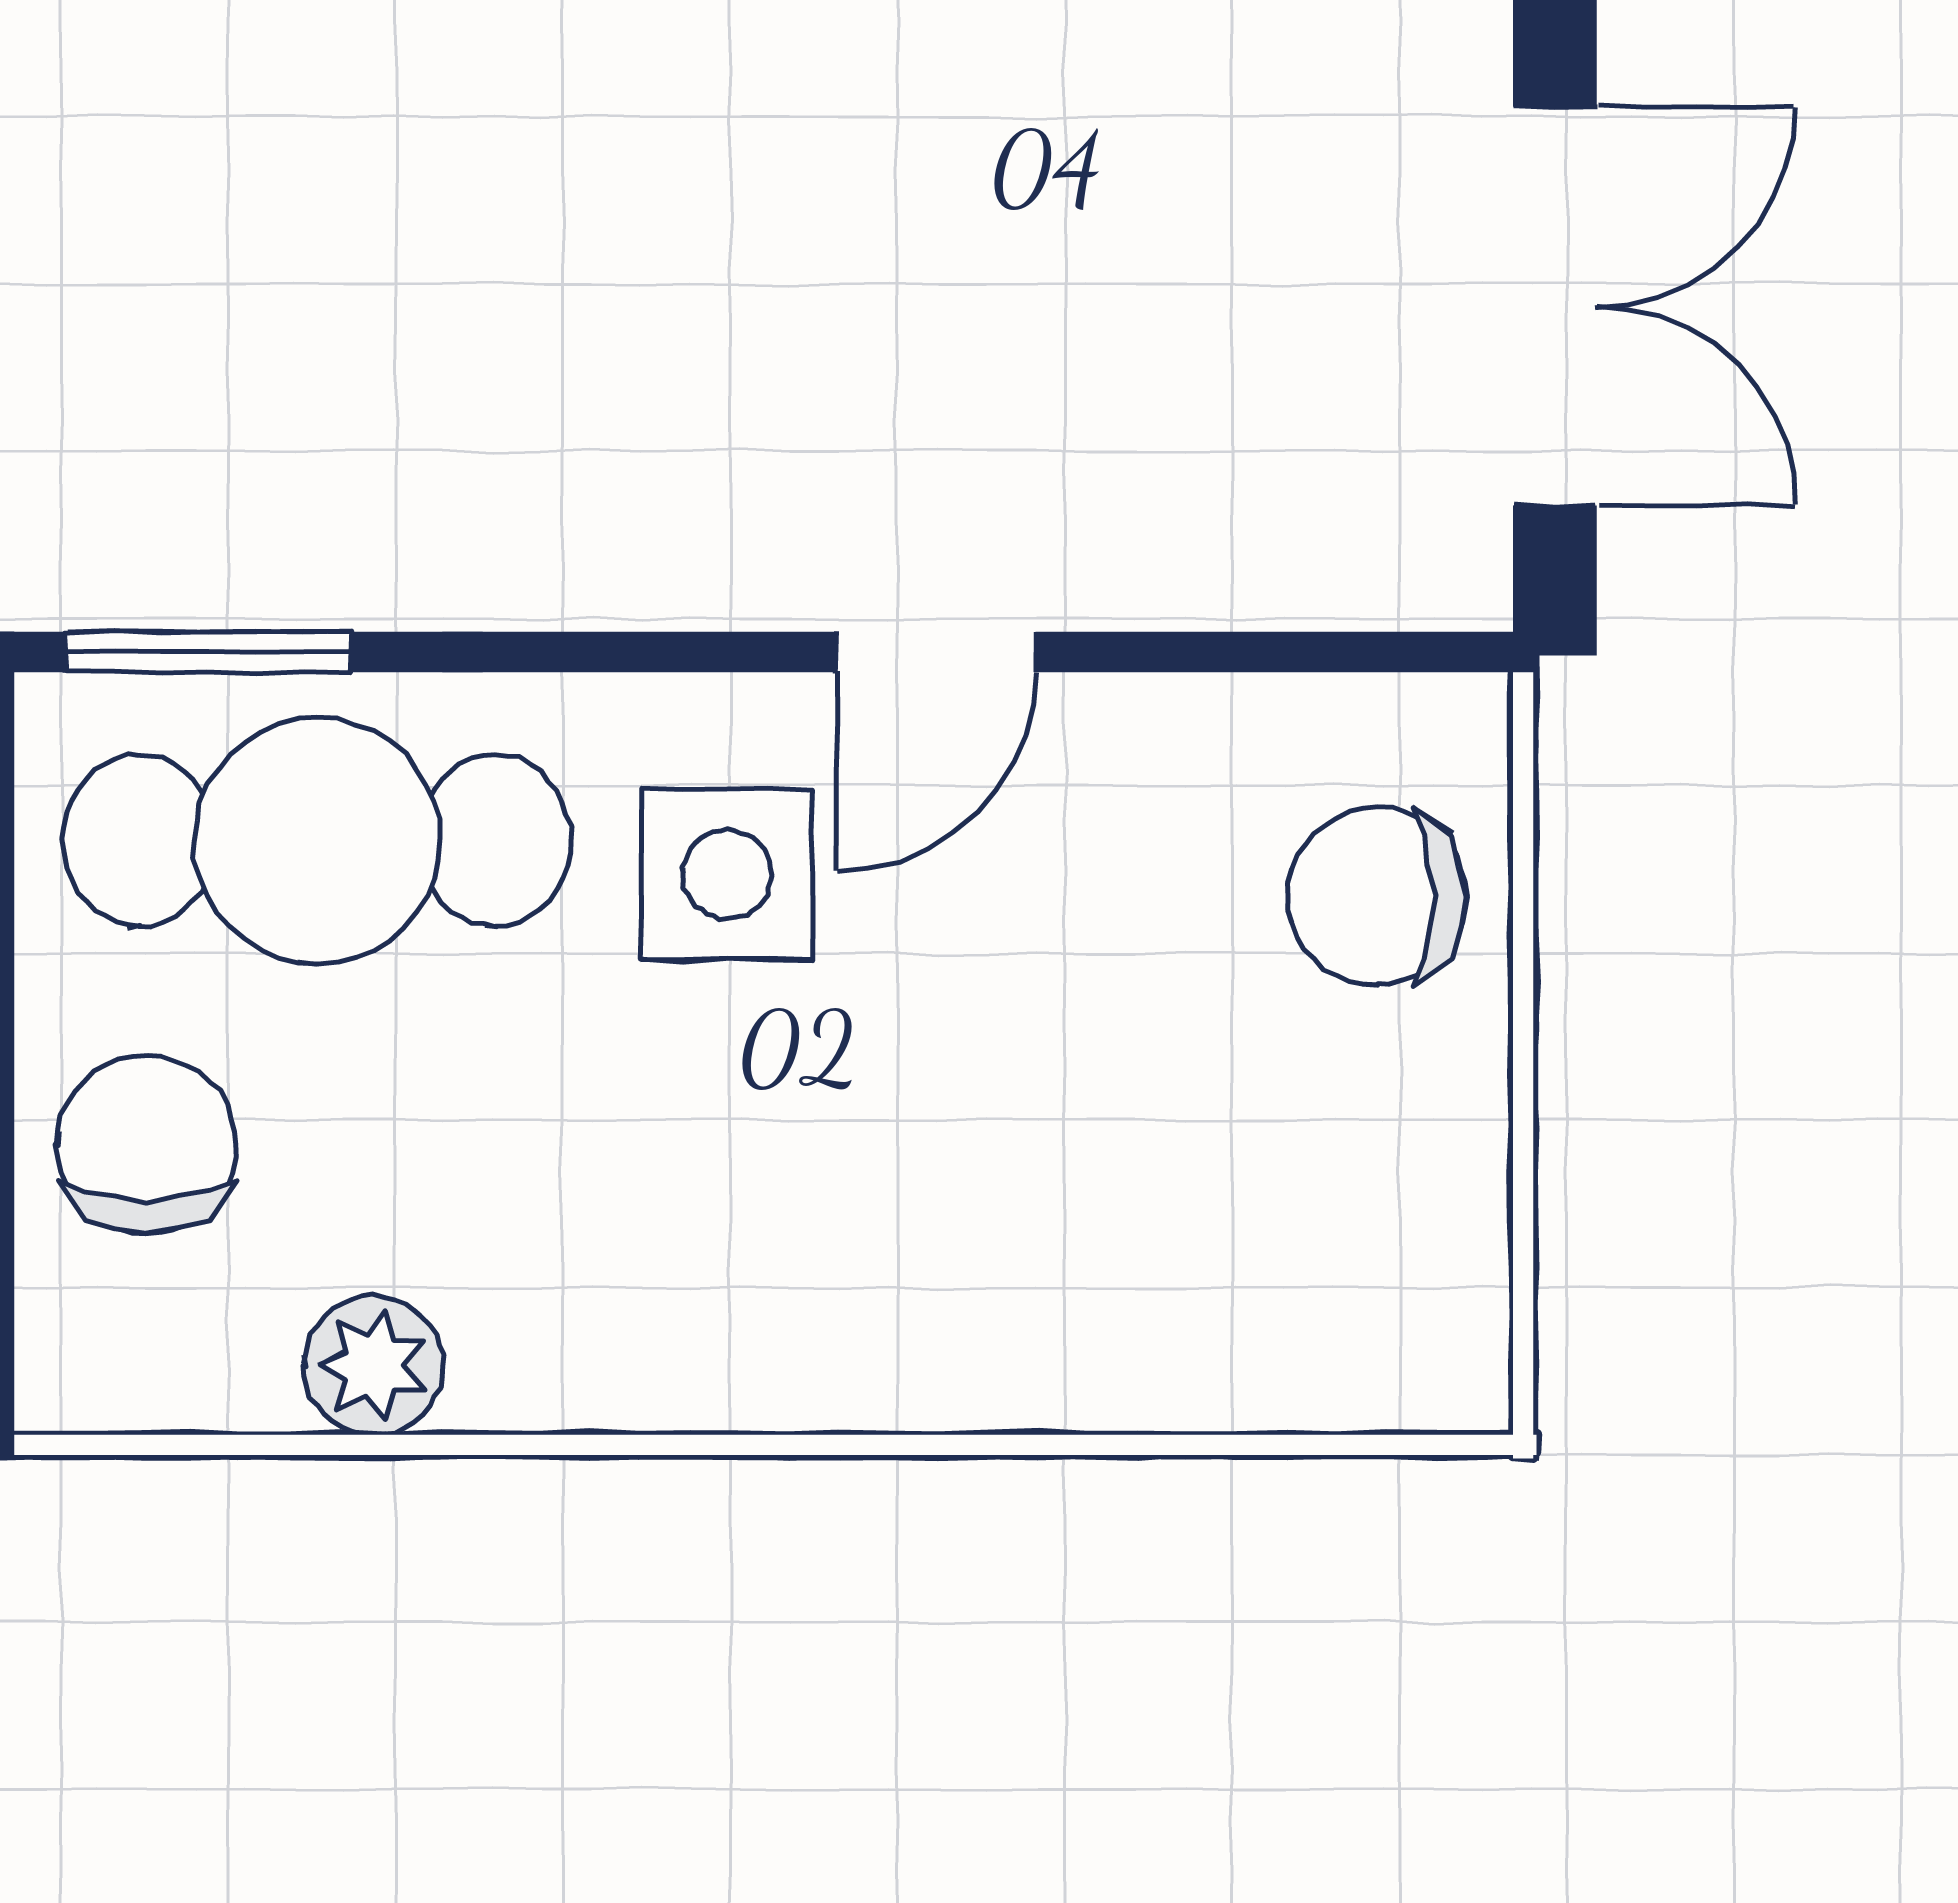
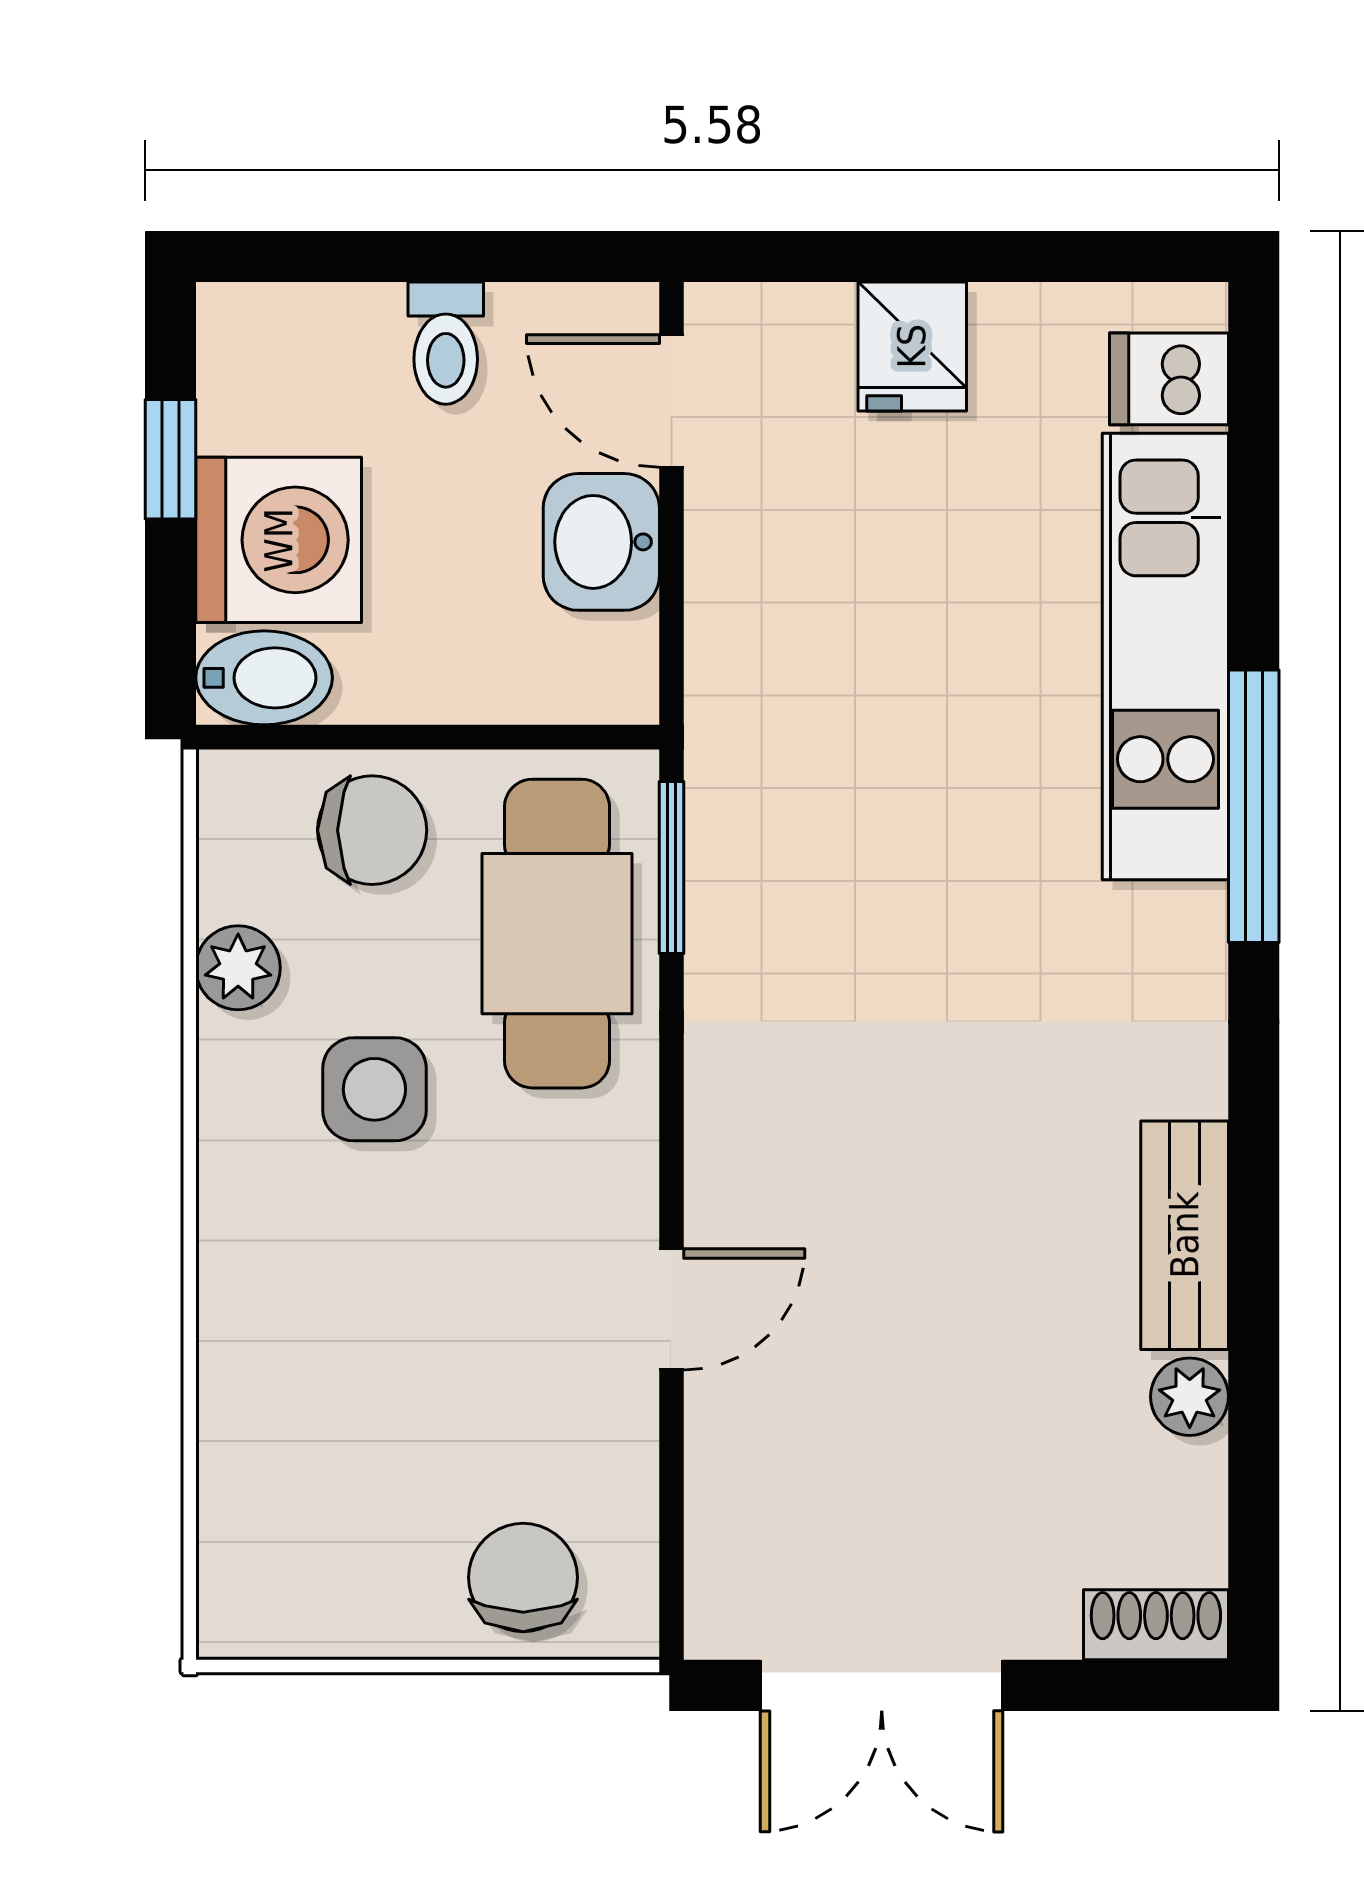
door: (936, 652) -> (671, 1309), swing flipped
side table: (727, 874) -> (374, 1089), moved

